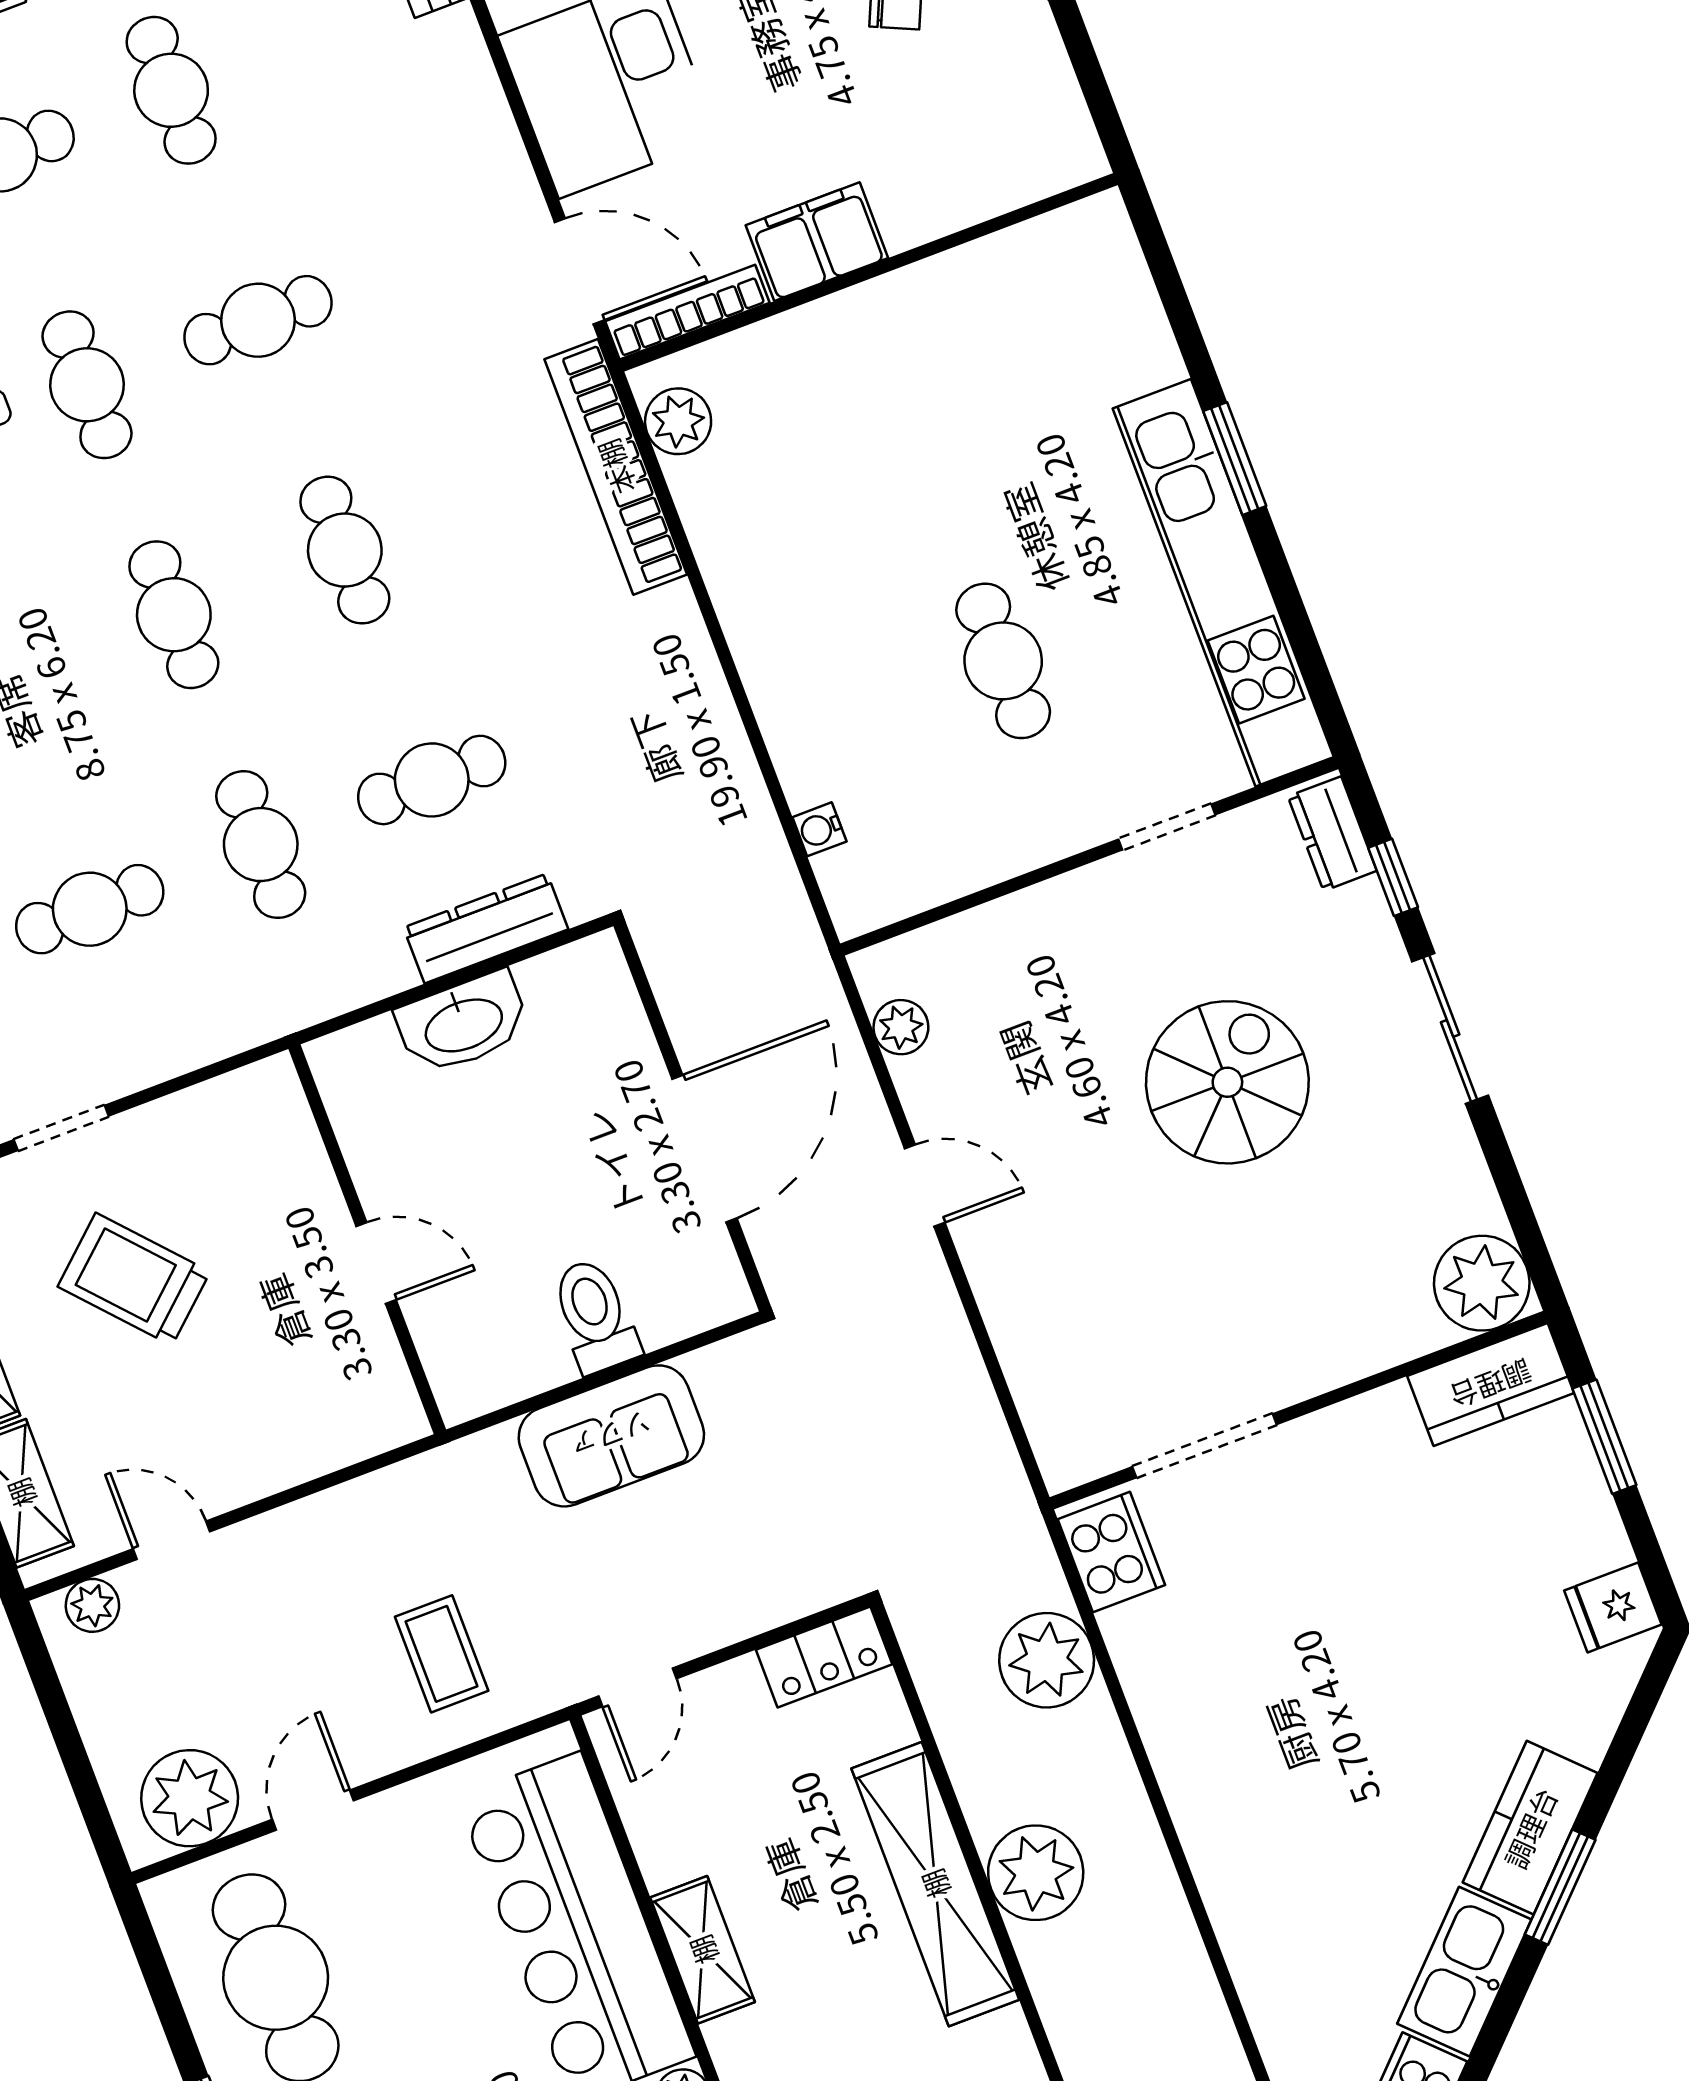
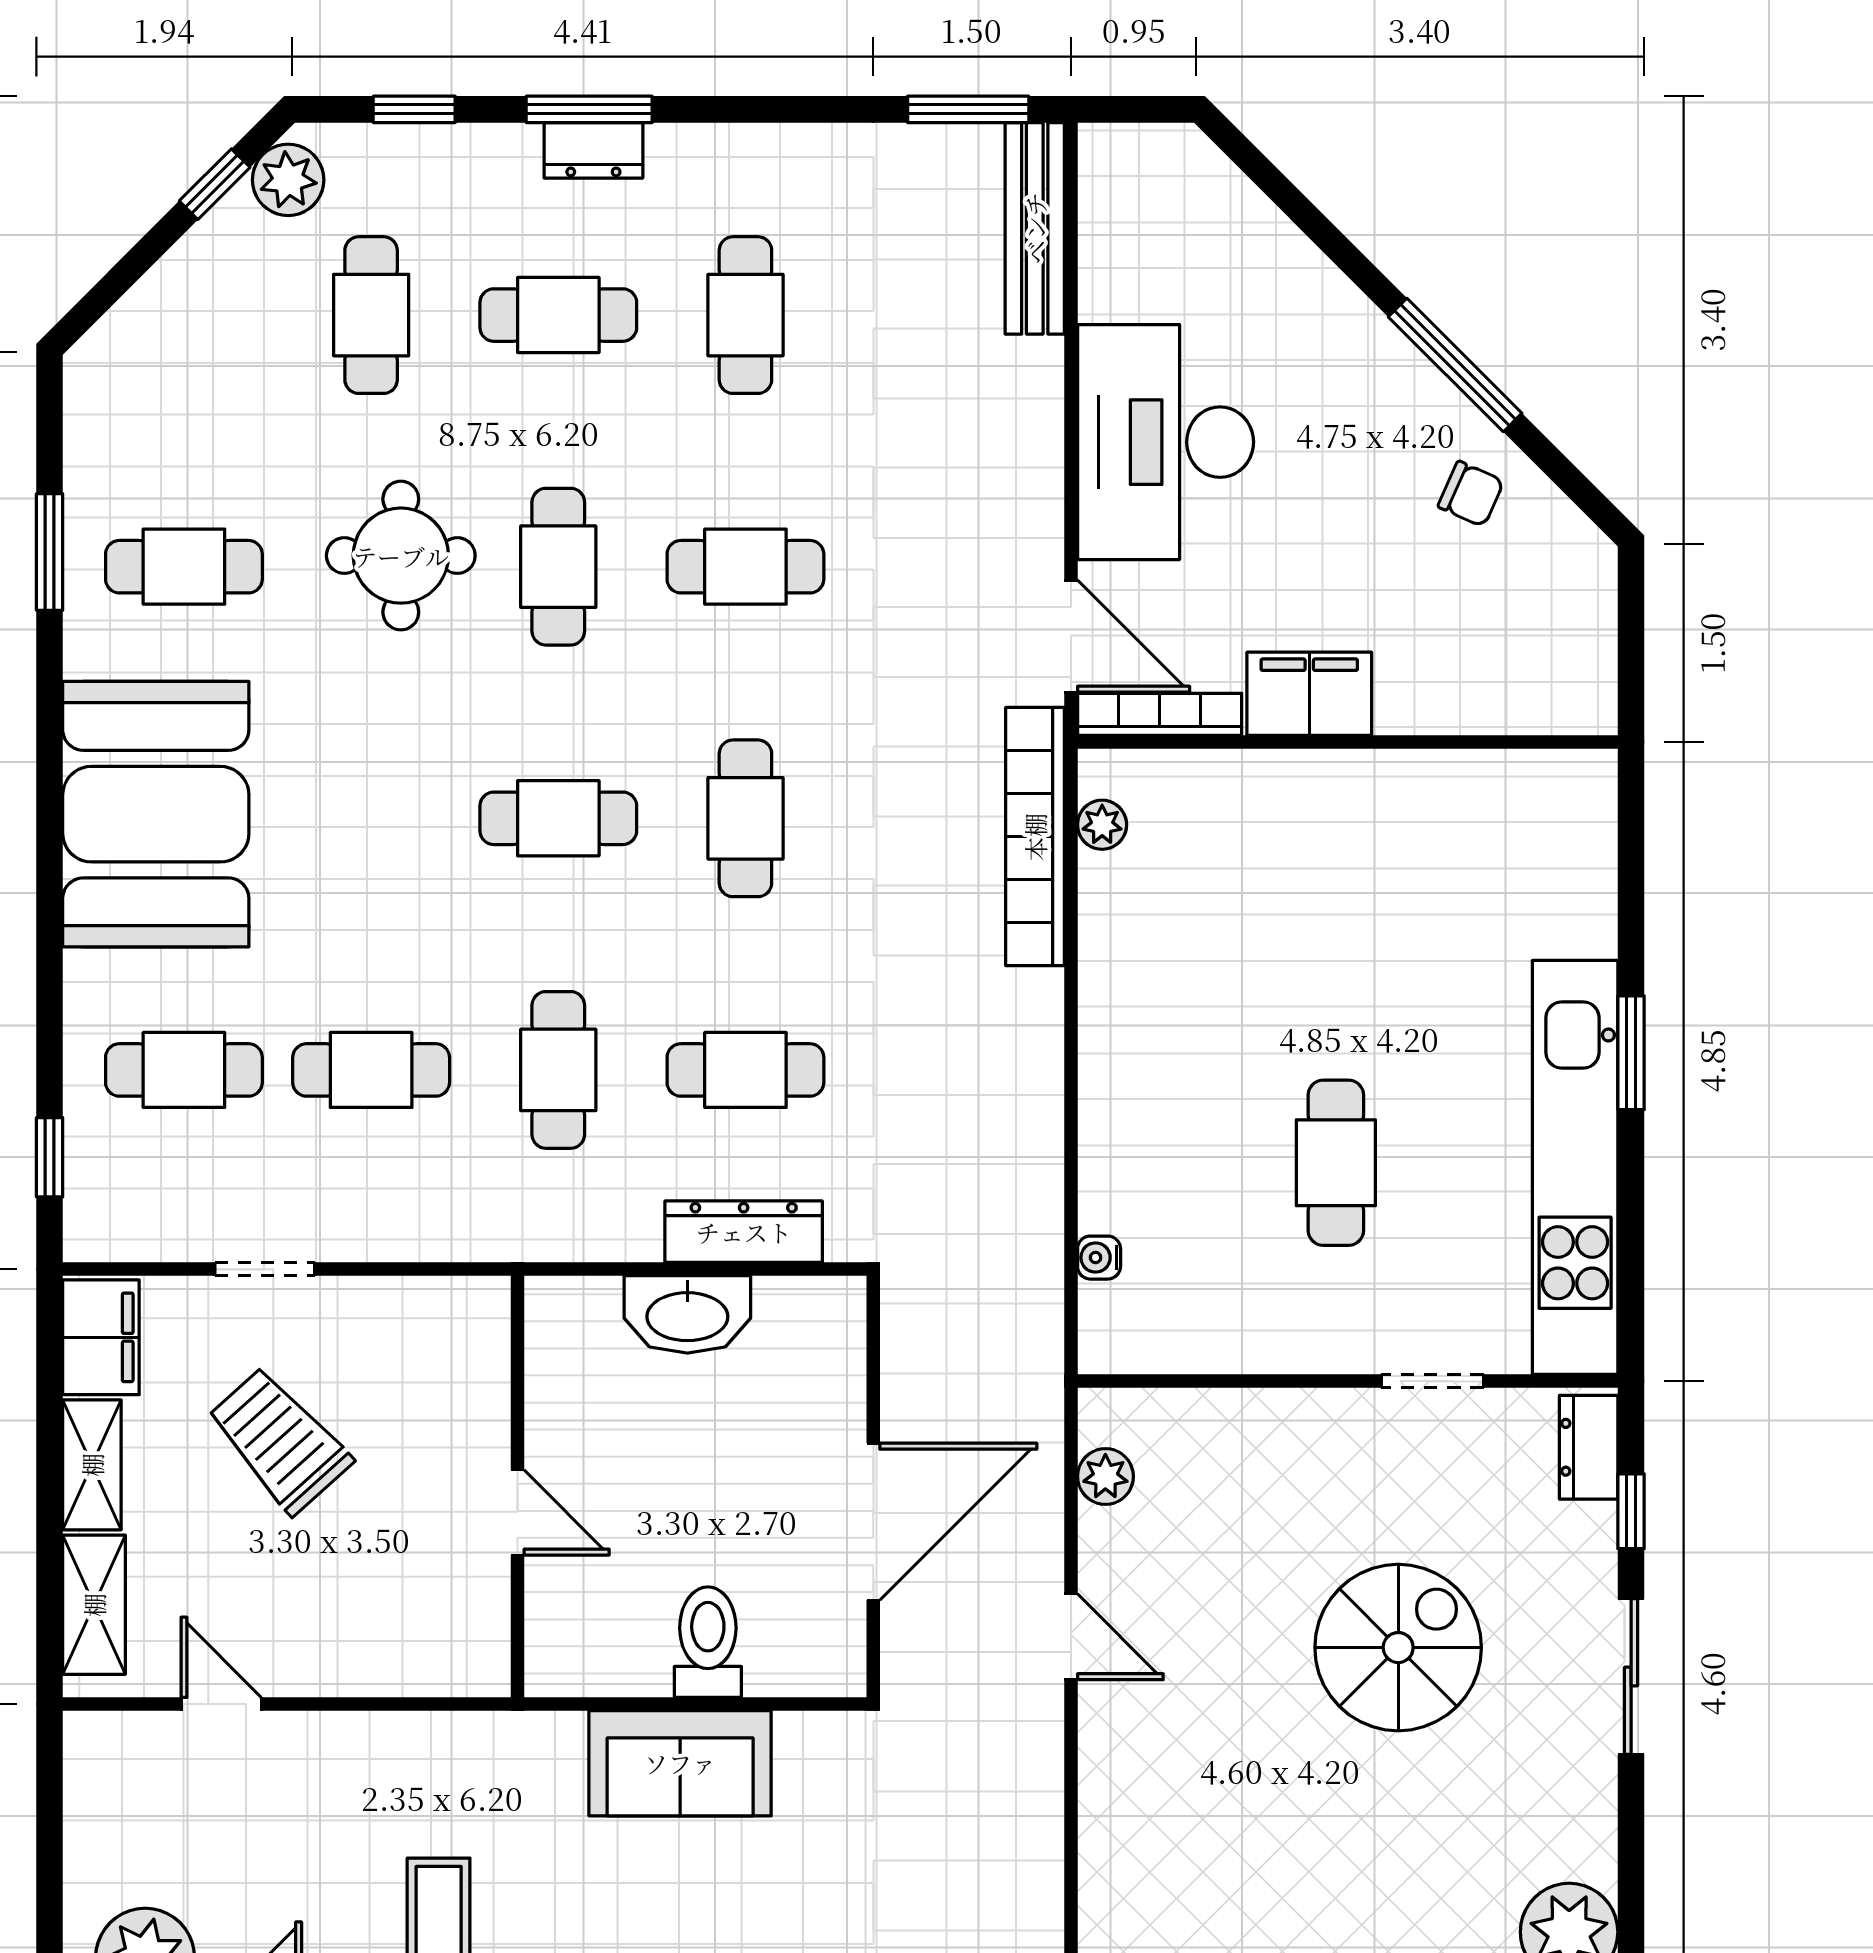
plant: (678, 421) -> (1102, 825), width x0.73, depth x0.73
cafe table: (174, 615) -> (558, 818), turned 90
plant: (92, 1605) -> (122, 1738), removed

